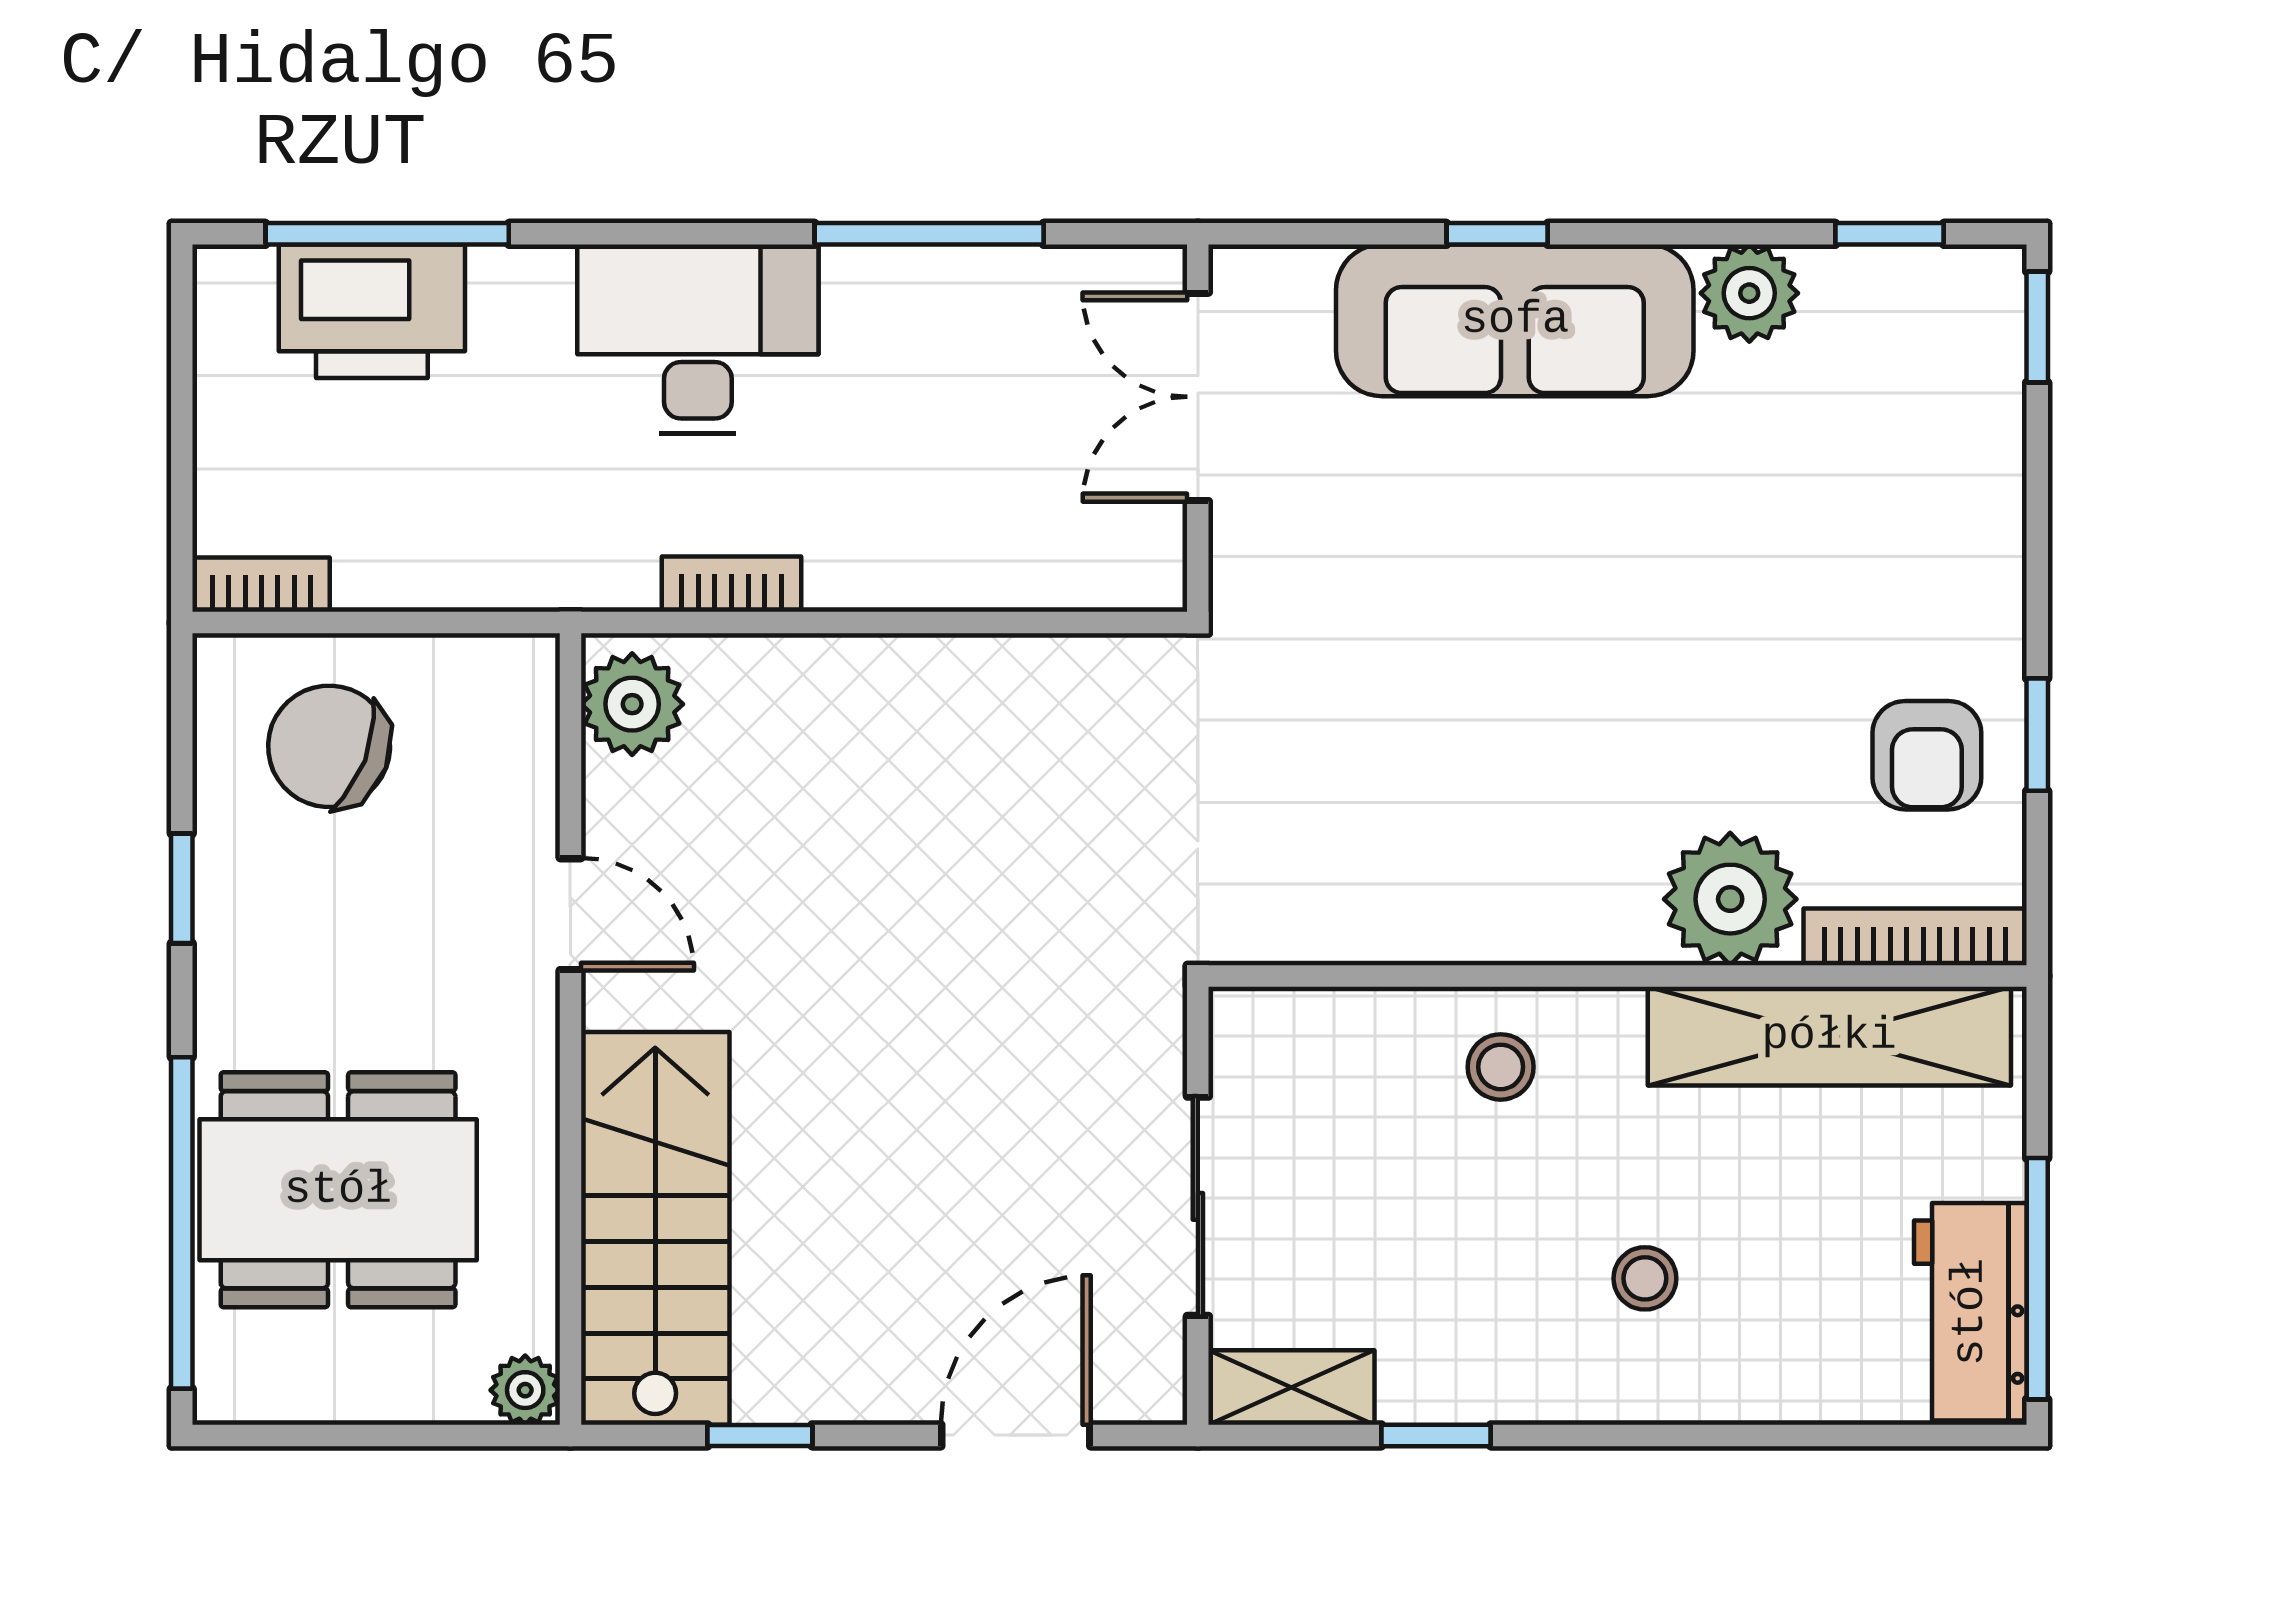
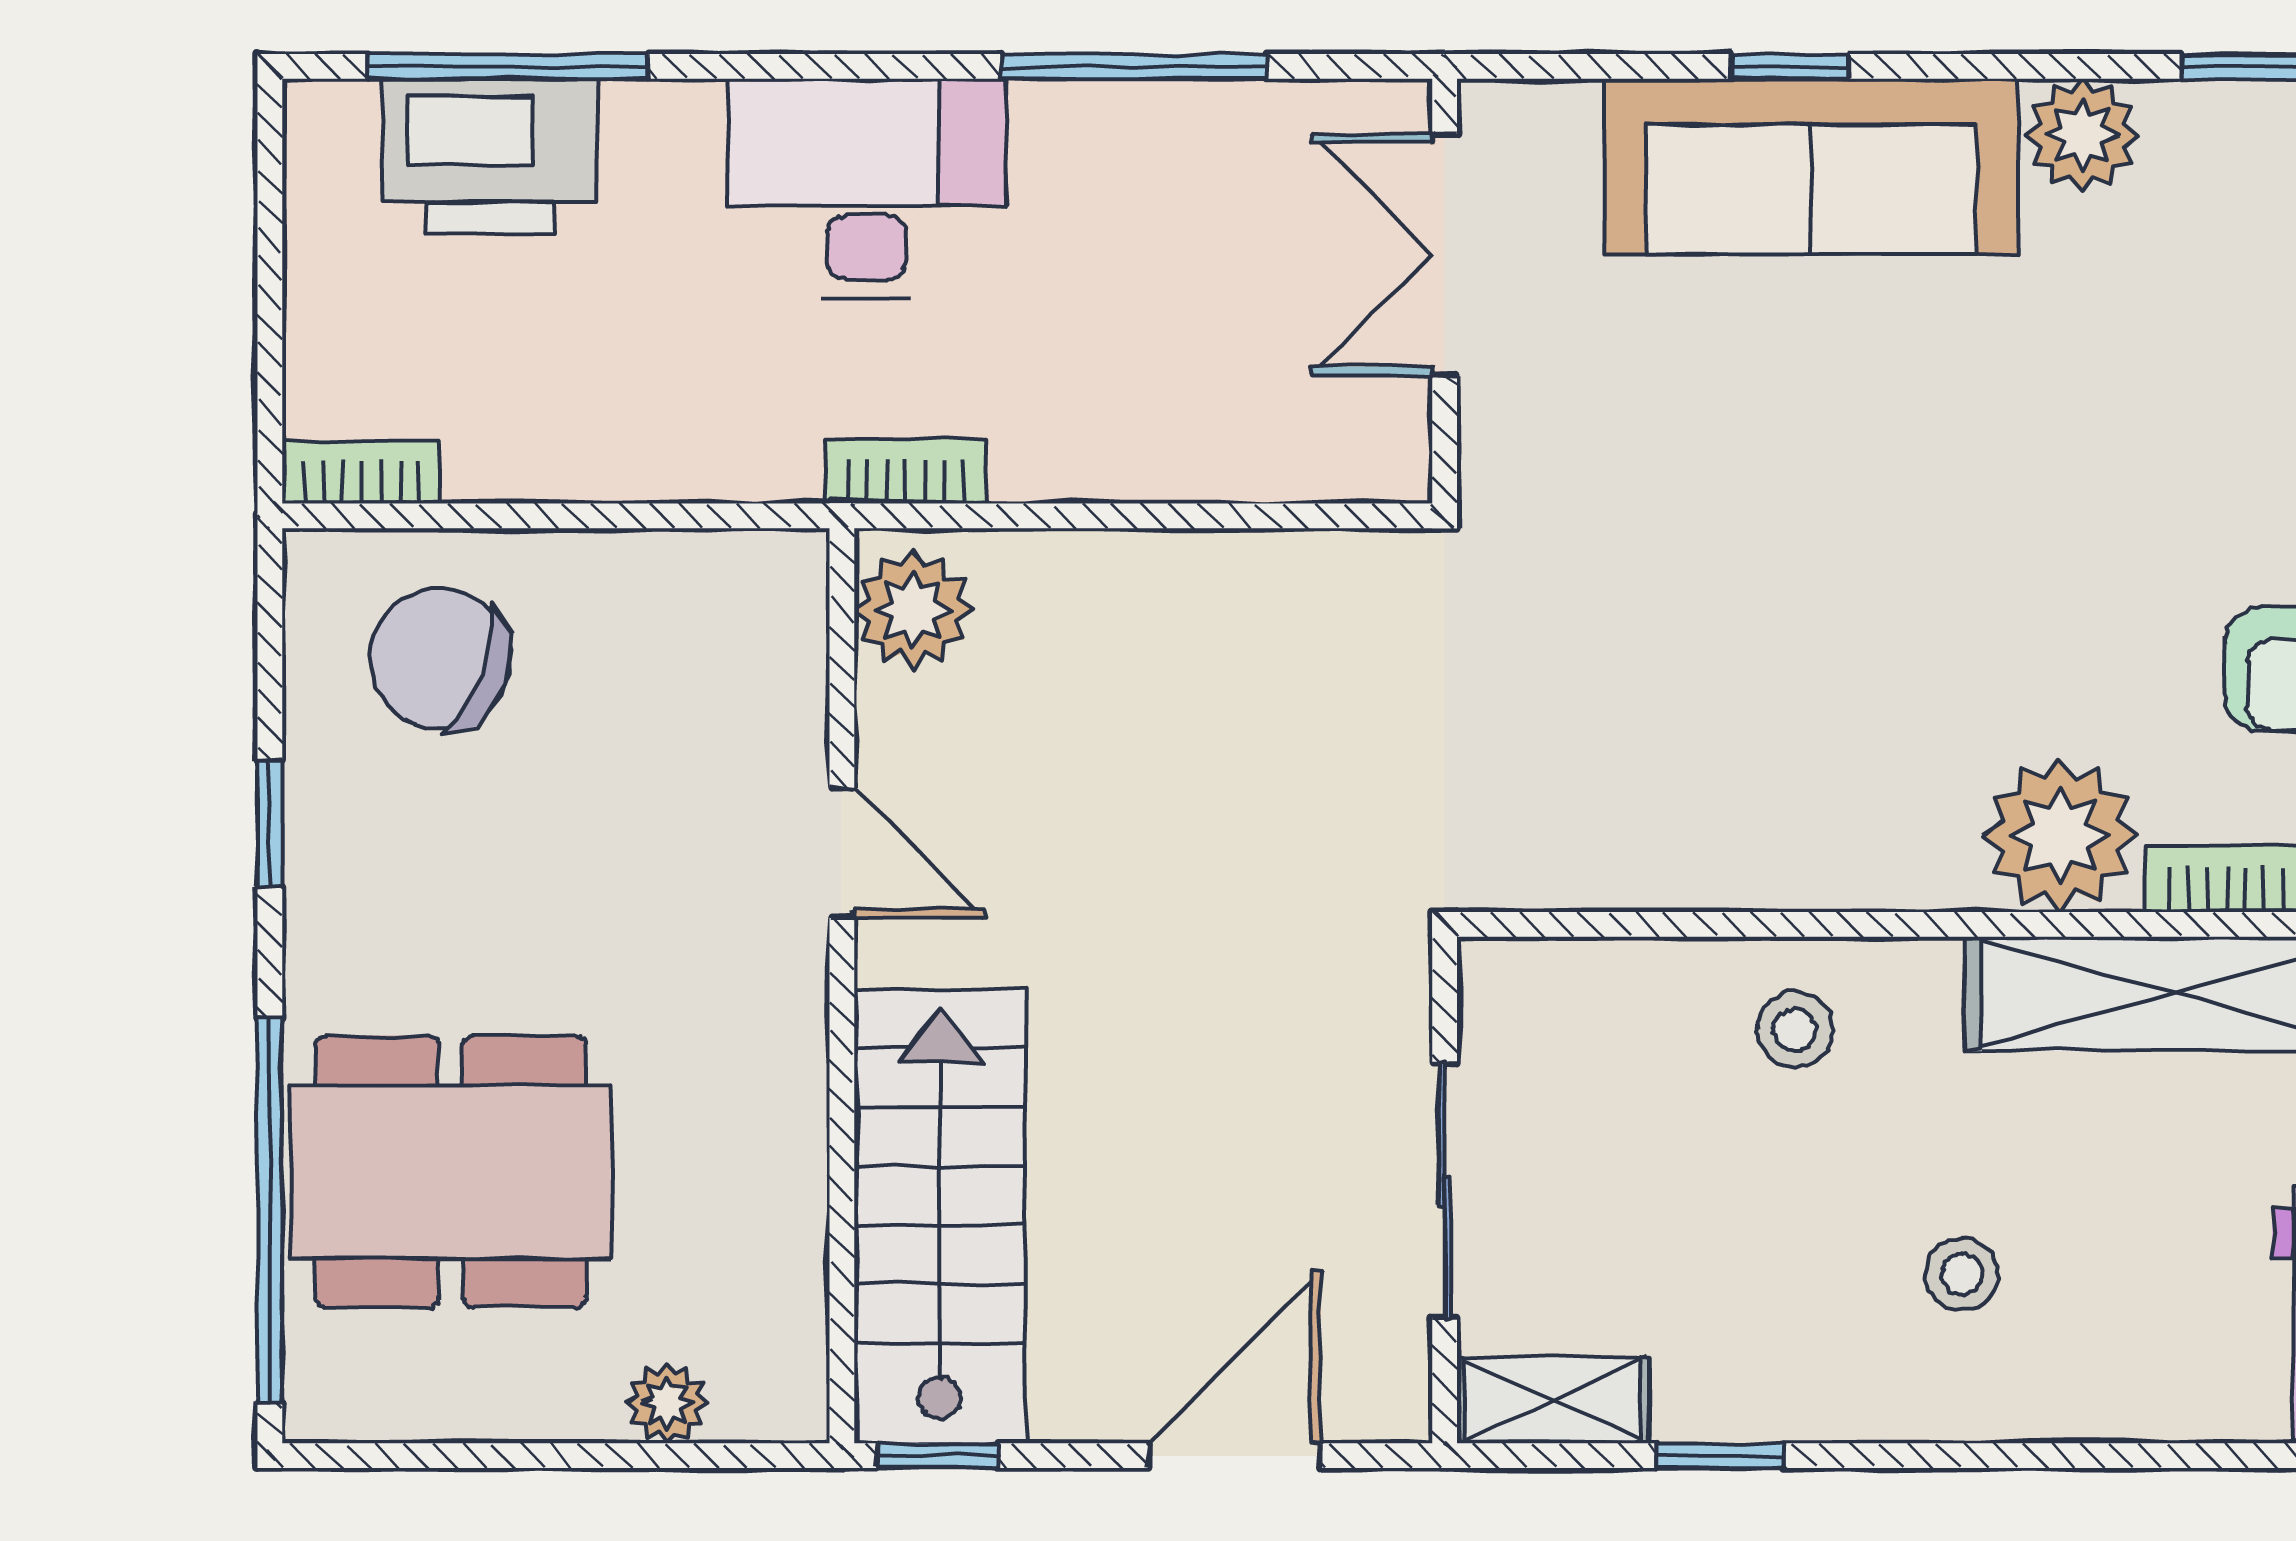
plant: (632, 704) -> (913, 610), moved
door: (570, 914) -> (842, 853), moved
wall: (570, 1029) -> (842, 986), moved
stairs: (655, 1228) -> (940, 1216), moved

